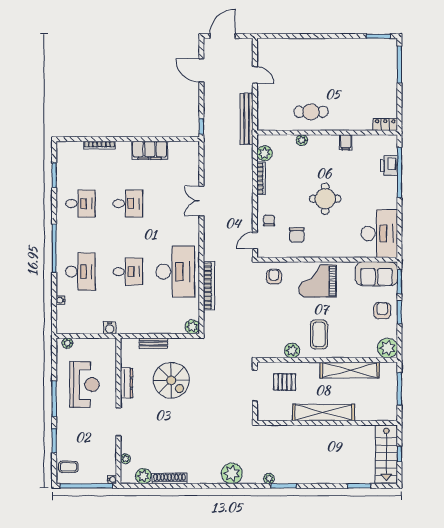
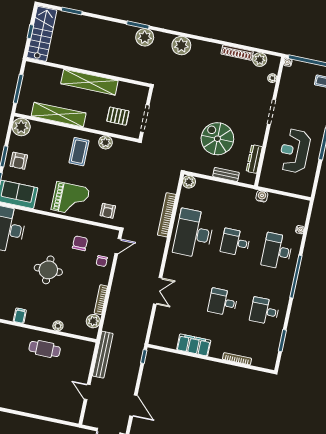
plant: (67, 343) -> (302, 191), removed
dresser: (126, 383) -> (254, 159), moved
plant: (269, 479) -> (145, 37), width x1.88, depth x1.88

